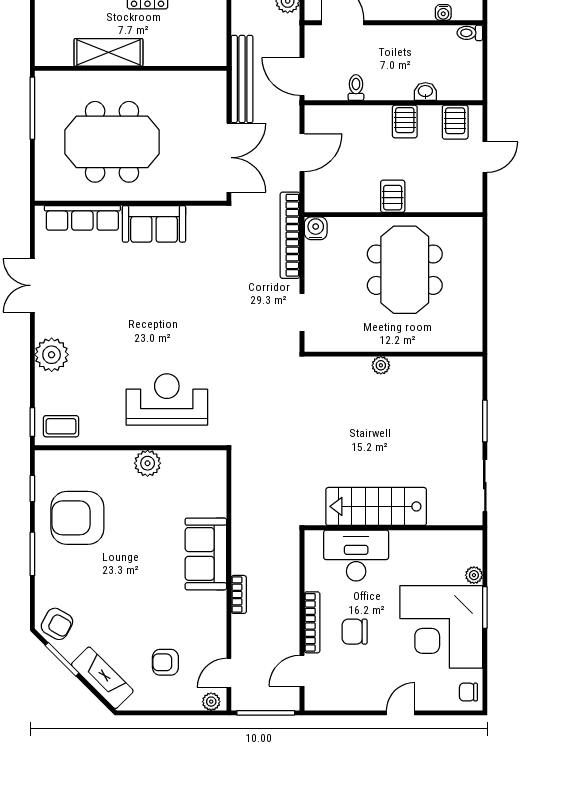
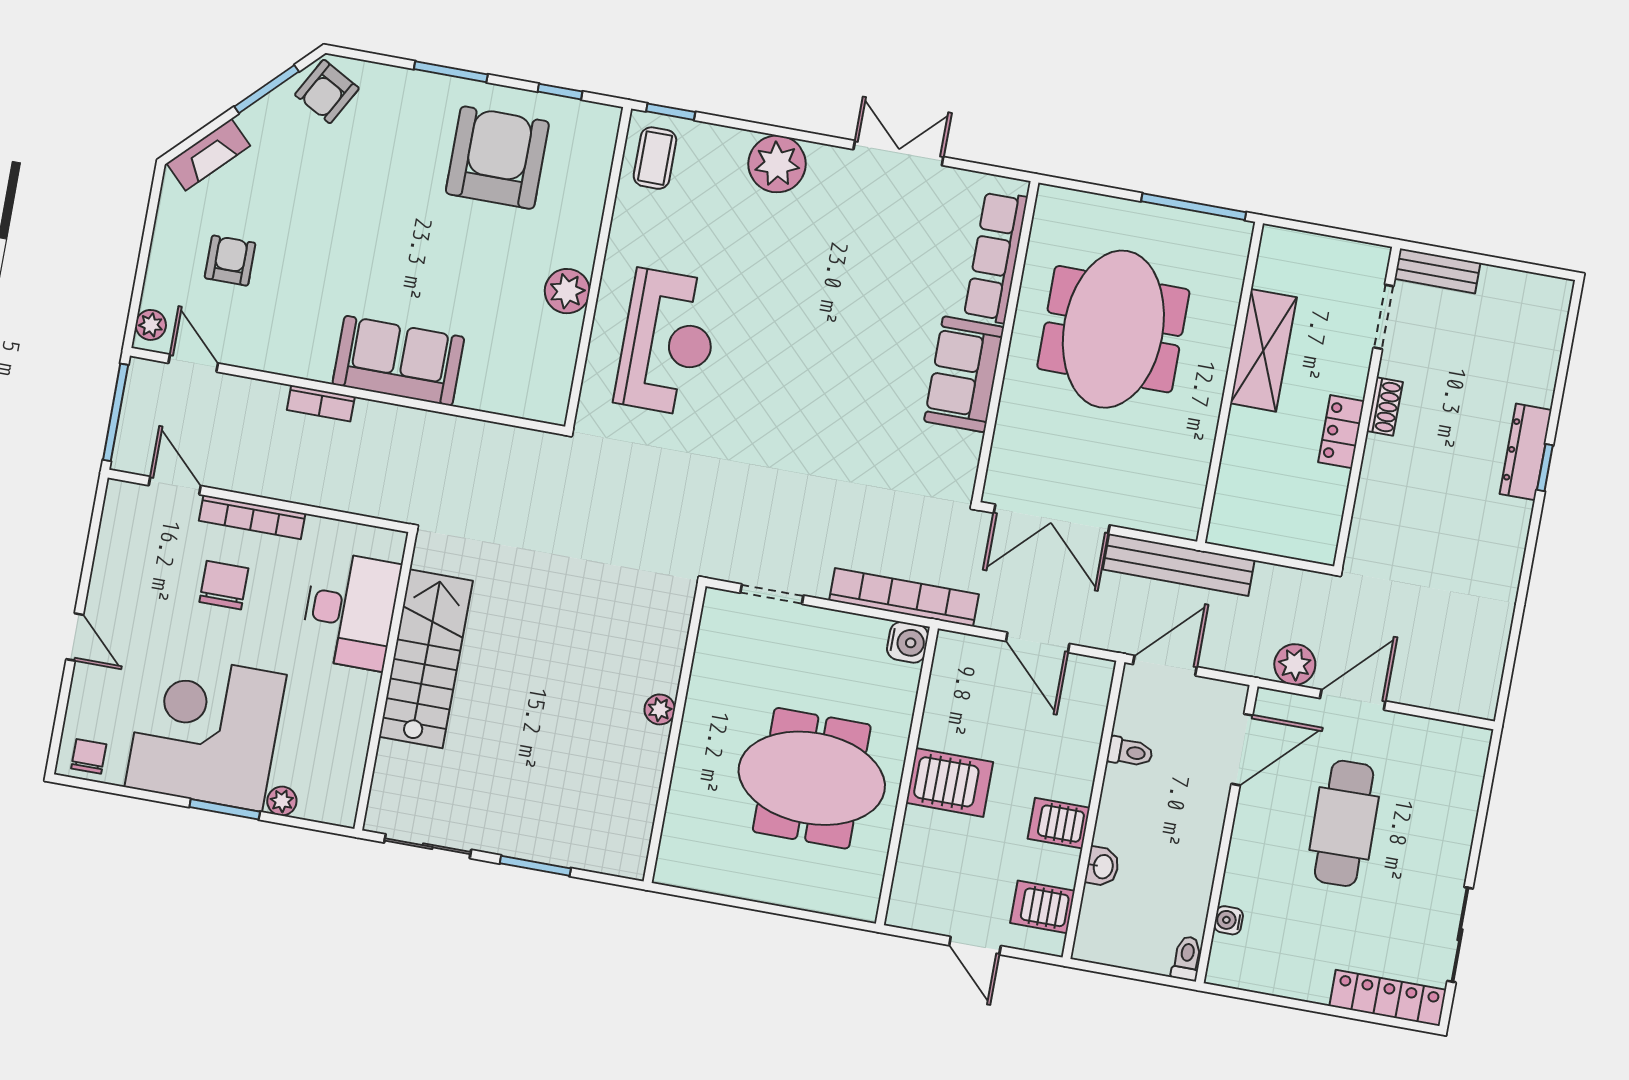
server rack: (393, 196) -> (949, 782), width x1.36, depth x1.44
fireplace: (102, 678) -> (208, 155), width x0.73, depth x0.76

